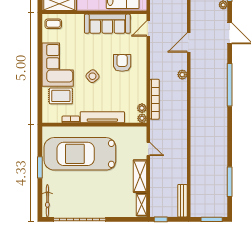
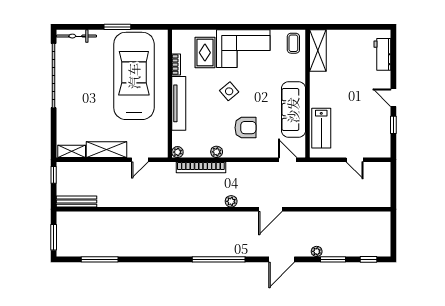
door: (189, 42) -> (270, 209), swing flipped
plant: (142, 108) -> (217, 152), moved

